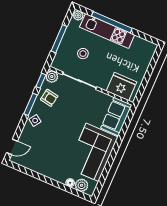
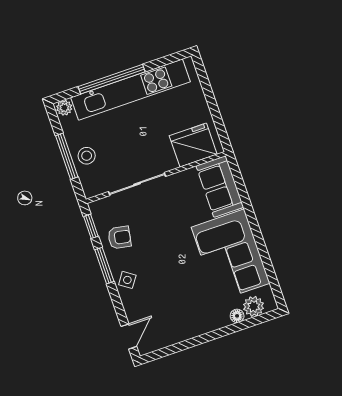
kitchen unit: (107, 31) -> (130, 90), width x1.36
stool: (83, 54) -> (87, 156), moved
plant: (52, 77) -> (99, 209), removed

